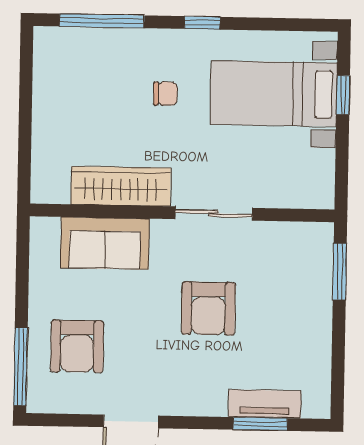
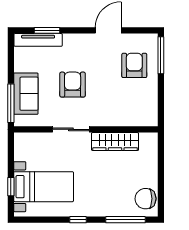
chair: (165, 94) -> (146, 199), moved, width x1.87, depth x1.87
sofa: (105, 243) -> (26, 94), moved, turned 90
window: (340, 271) -> (11, 103), width x1.44
tv unit: (265, 404) -> (38, 40), width x1.41

